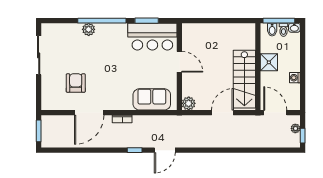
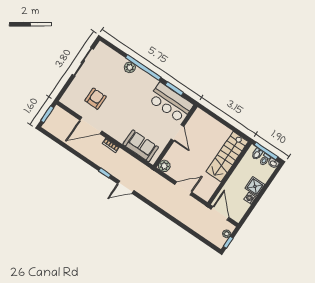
shower: (269, 62) -> (255, 186), moved
stairs: (244, 79) -> (227, 157), moved

